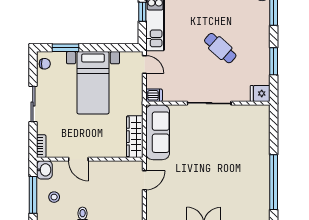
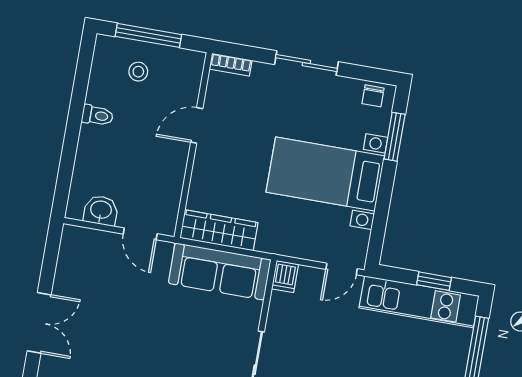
washbasin: (44, 170) -> (101, 210), moved, turned 180

